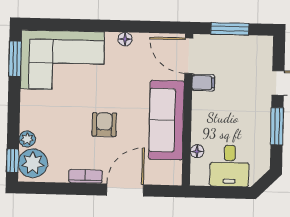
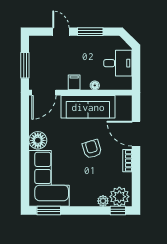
floor lamp: (125, 39) -> (38, 140), width x1.89, depth x1.89
filing cabinet: (203, 83) -> (74, 82), moved
armchair: (104, 125) -> (92, 149), turned 73
floor lamp: (197, 151) -> (95, 85), moved

